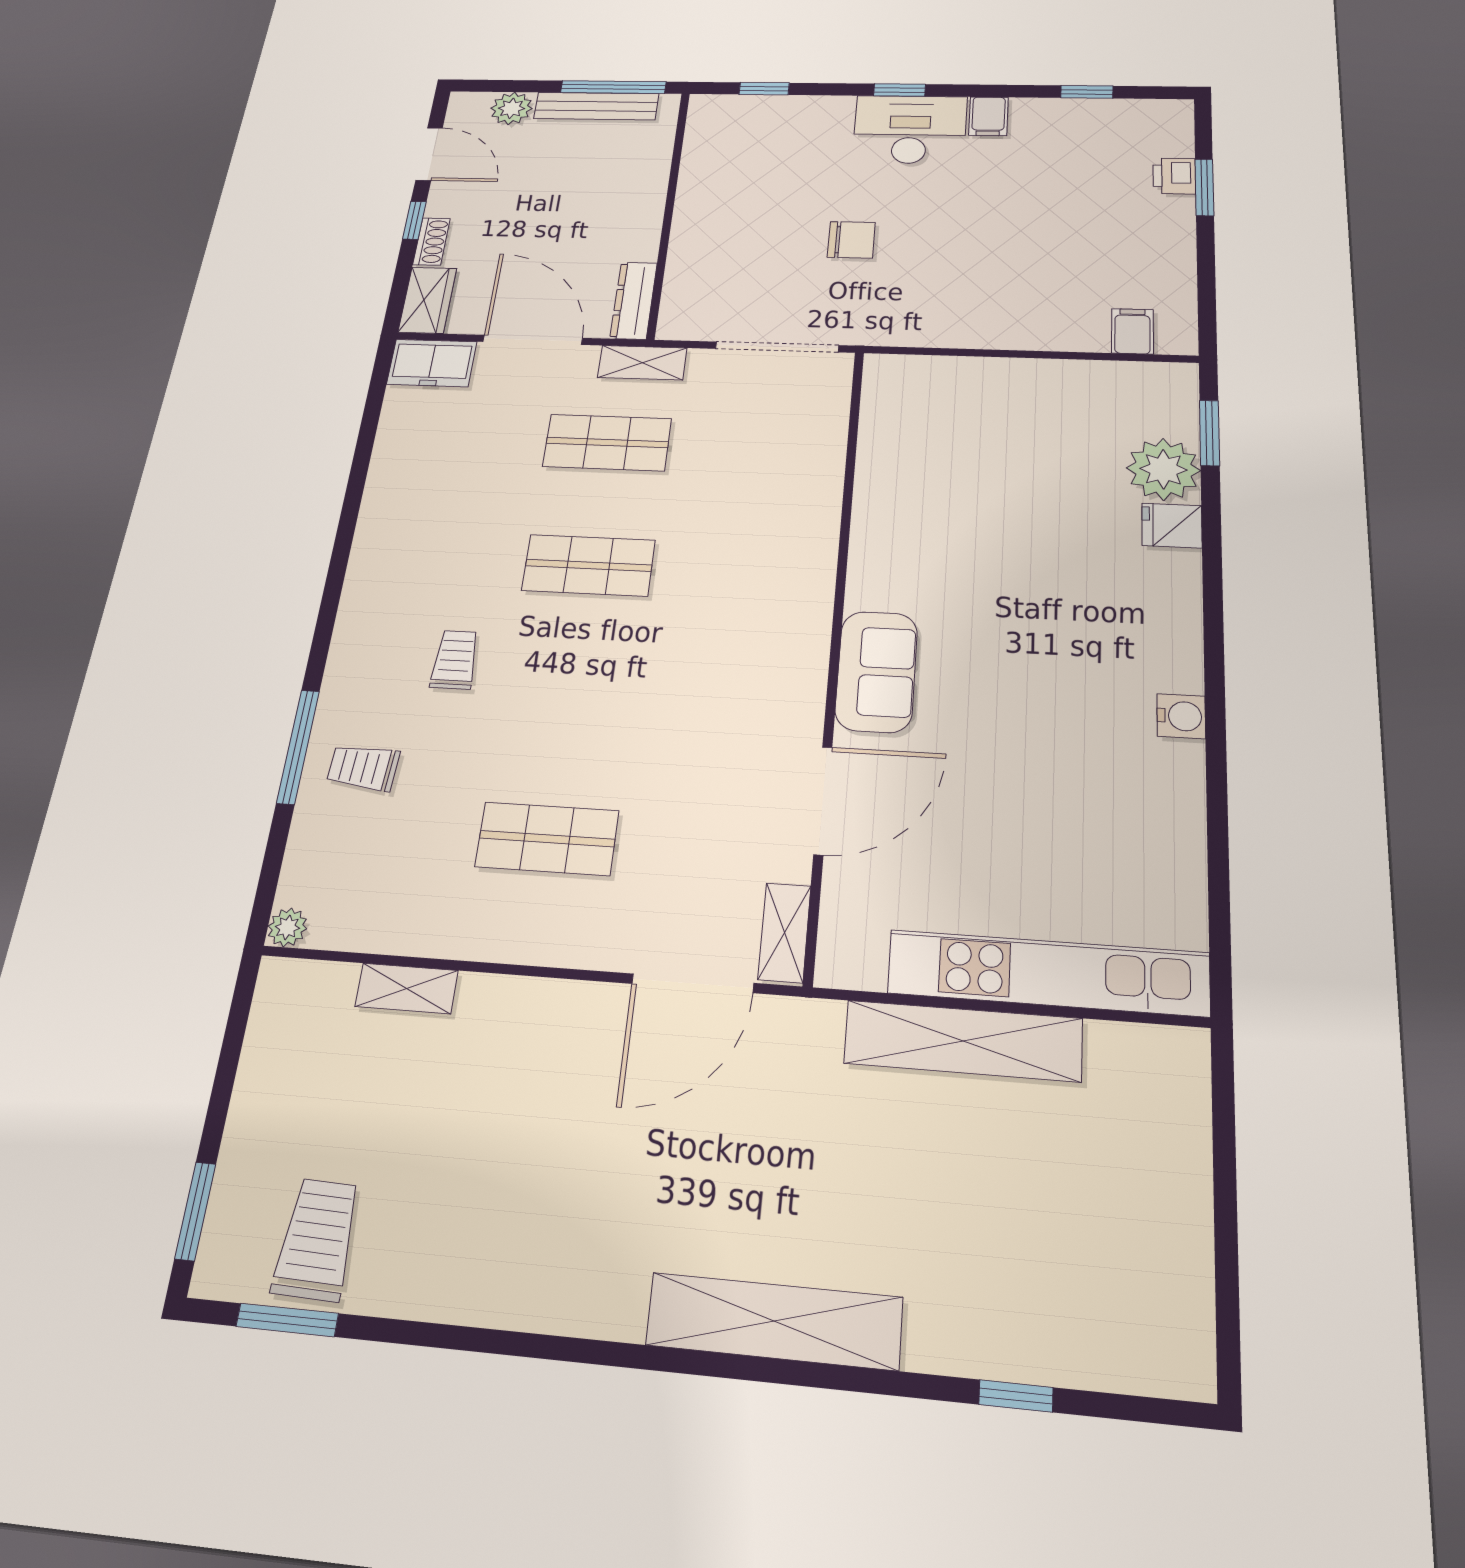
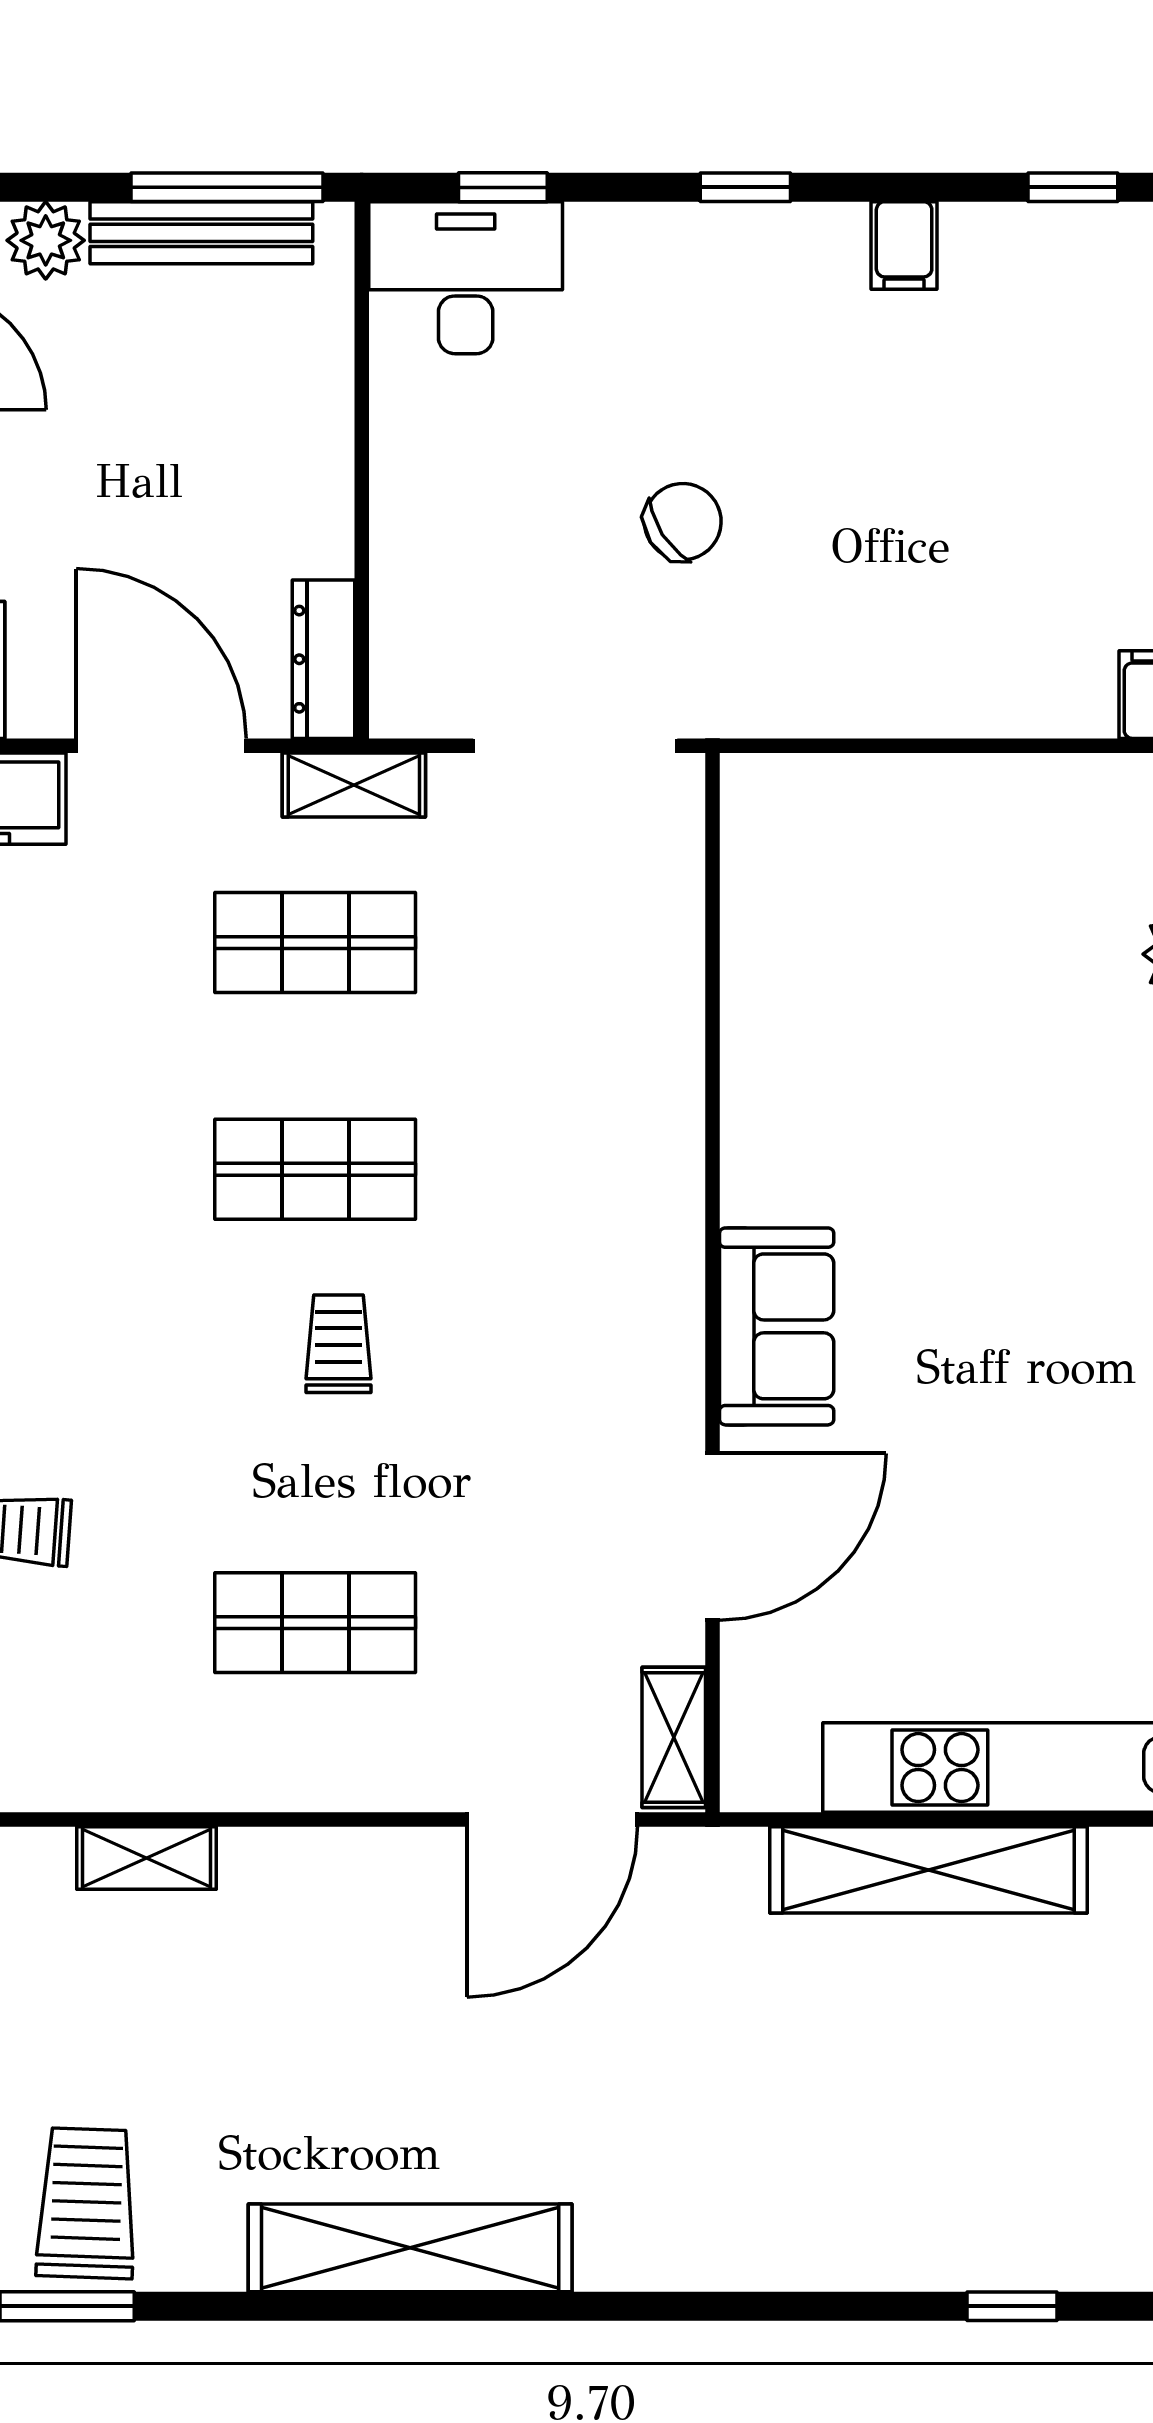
desk: (910, 130) -> (466, 278), moved
chair: (851, 240) -> (683, 522), turned -33
trolley: (455, 660) -> (339, 1344), moved
shelving: (774, 1321) -> (410, 2248), moved

